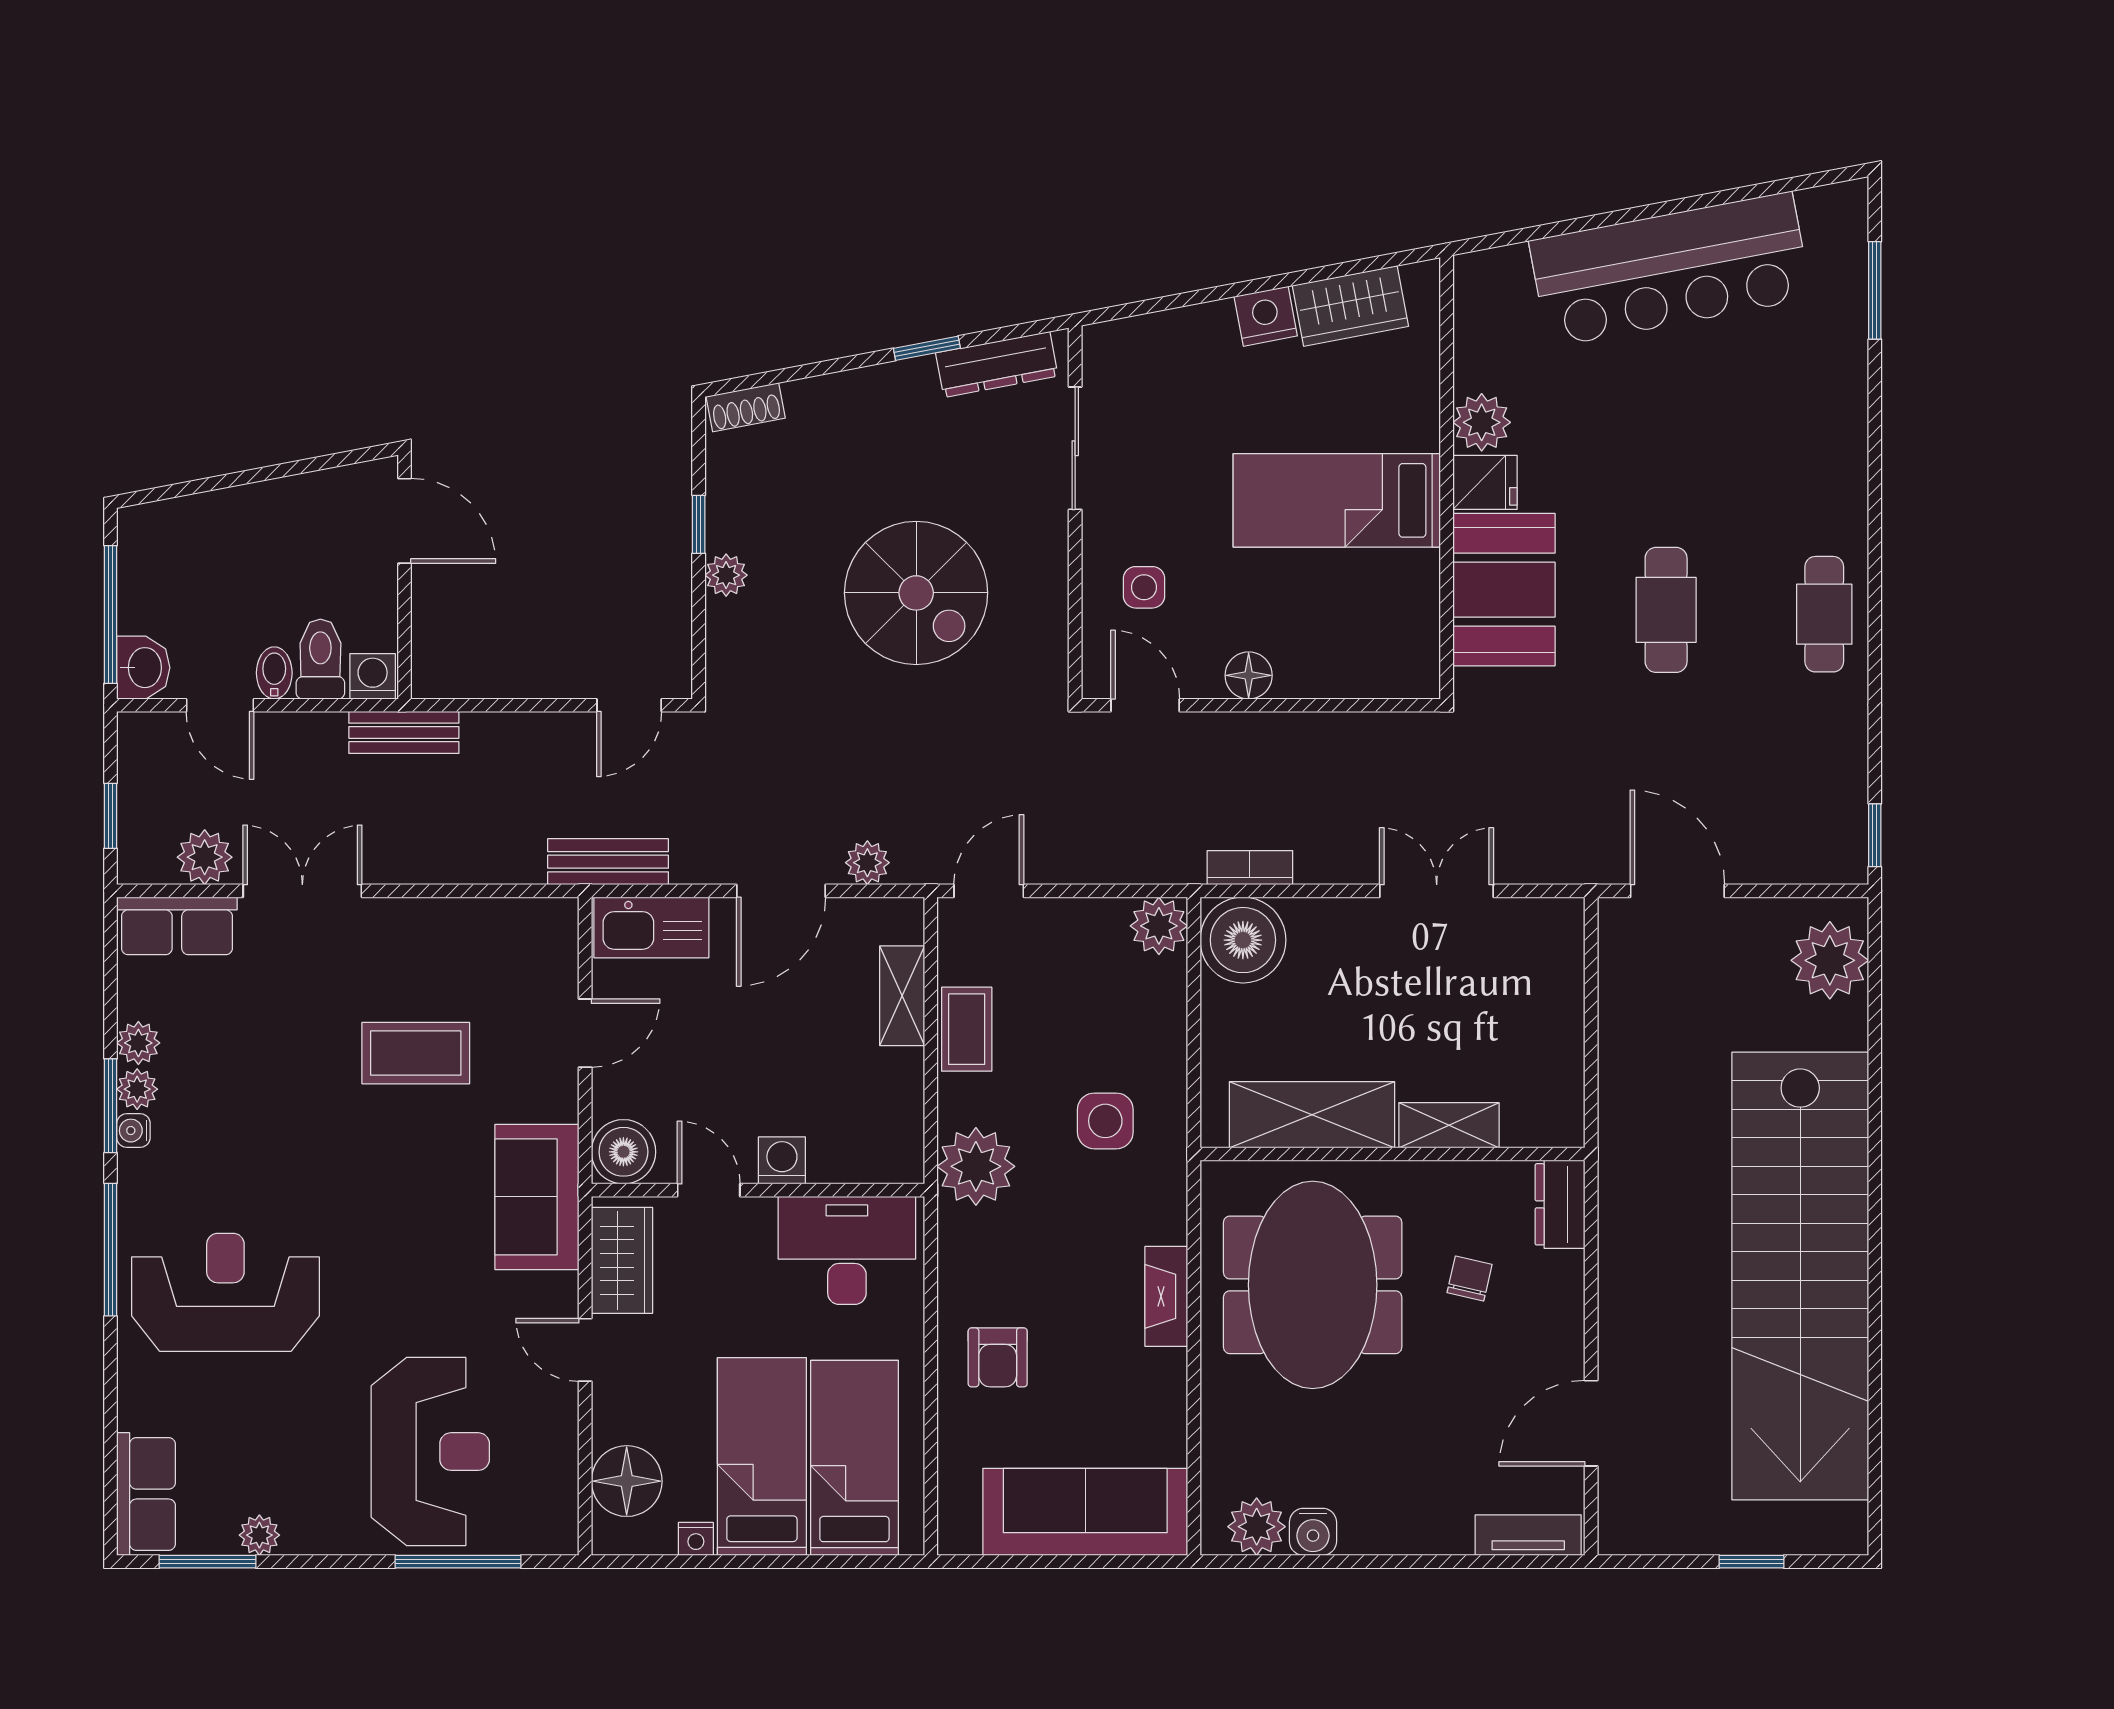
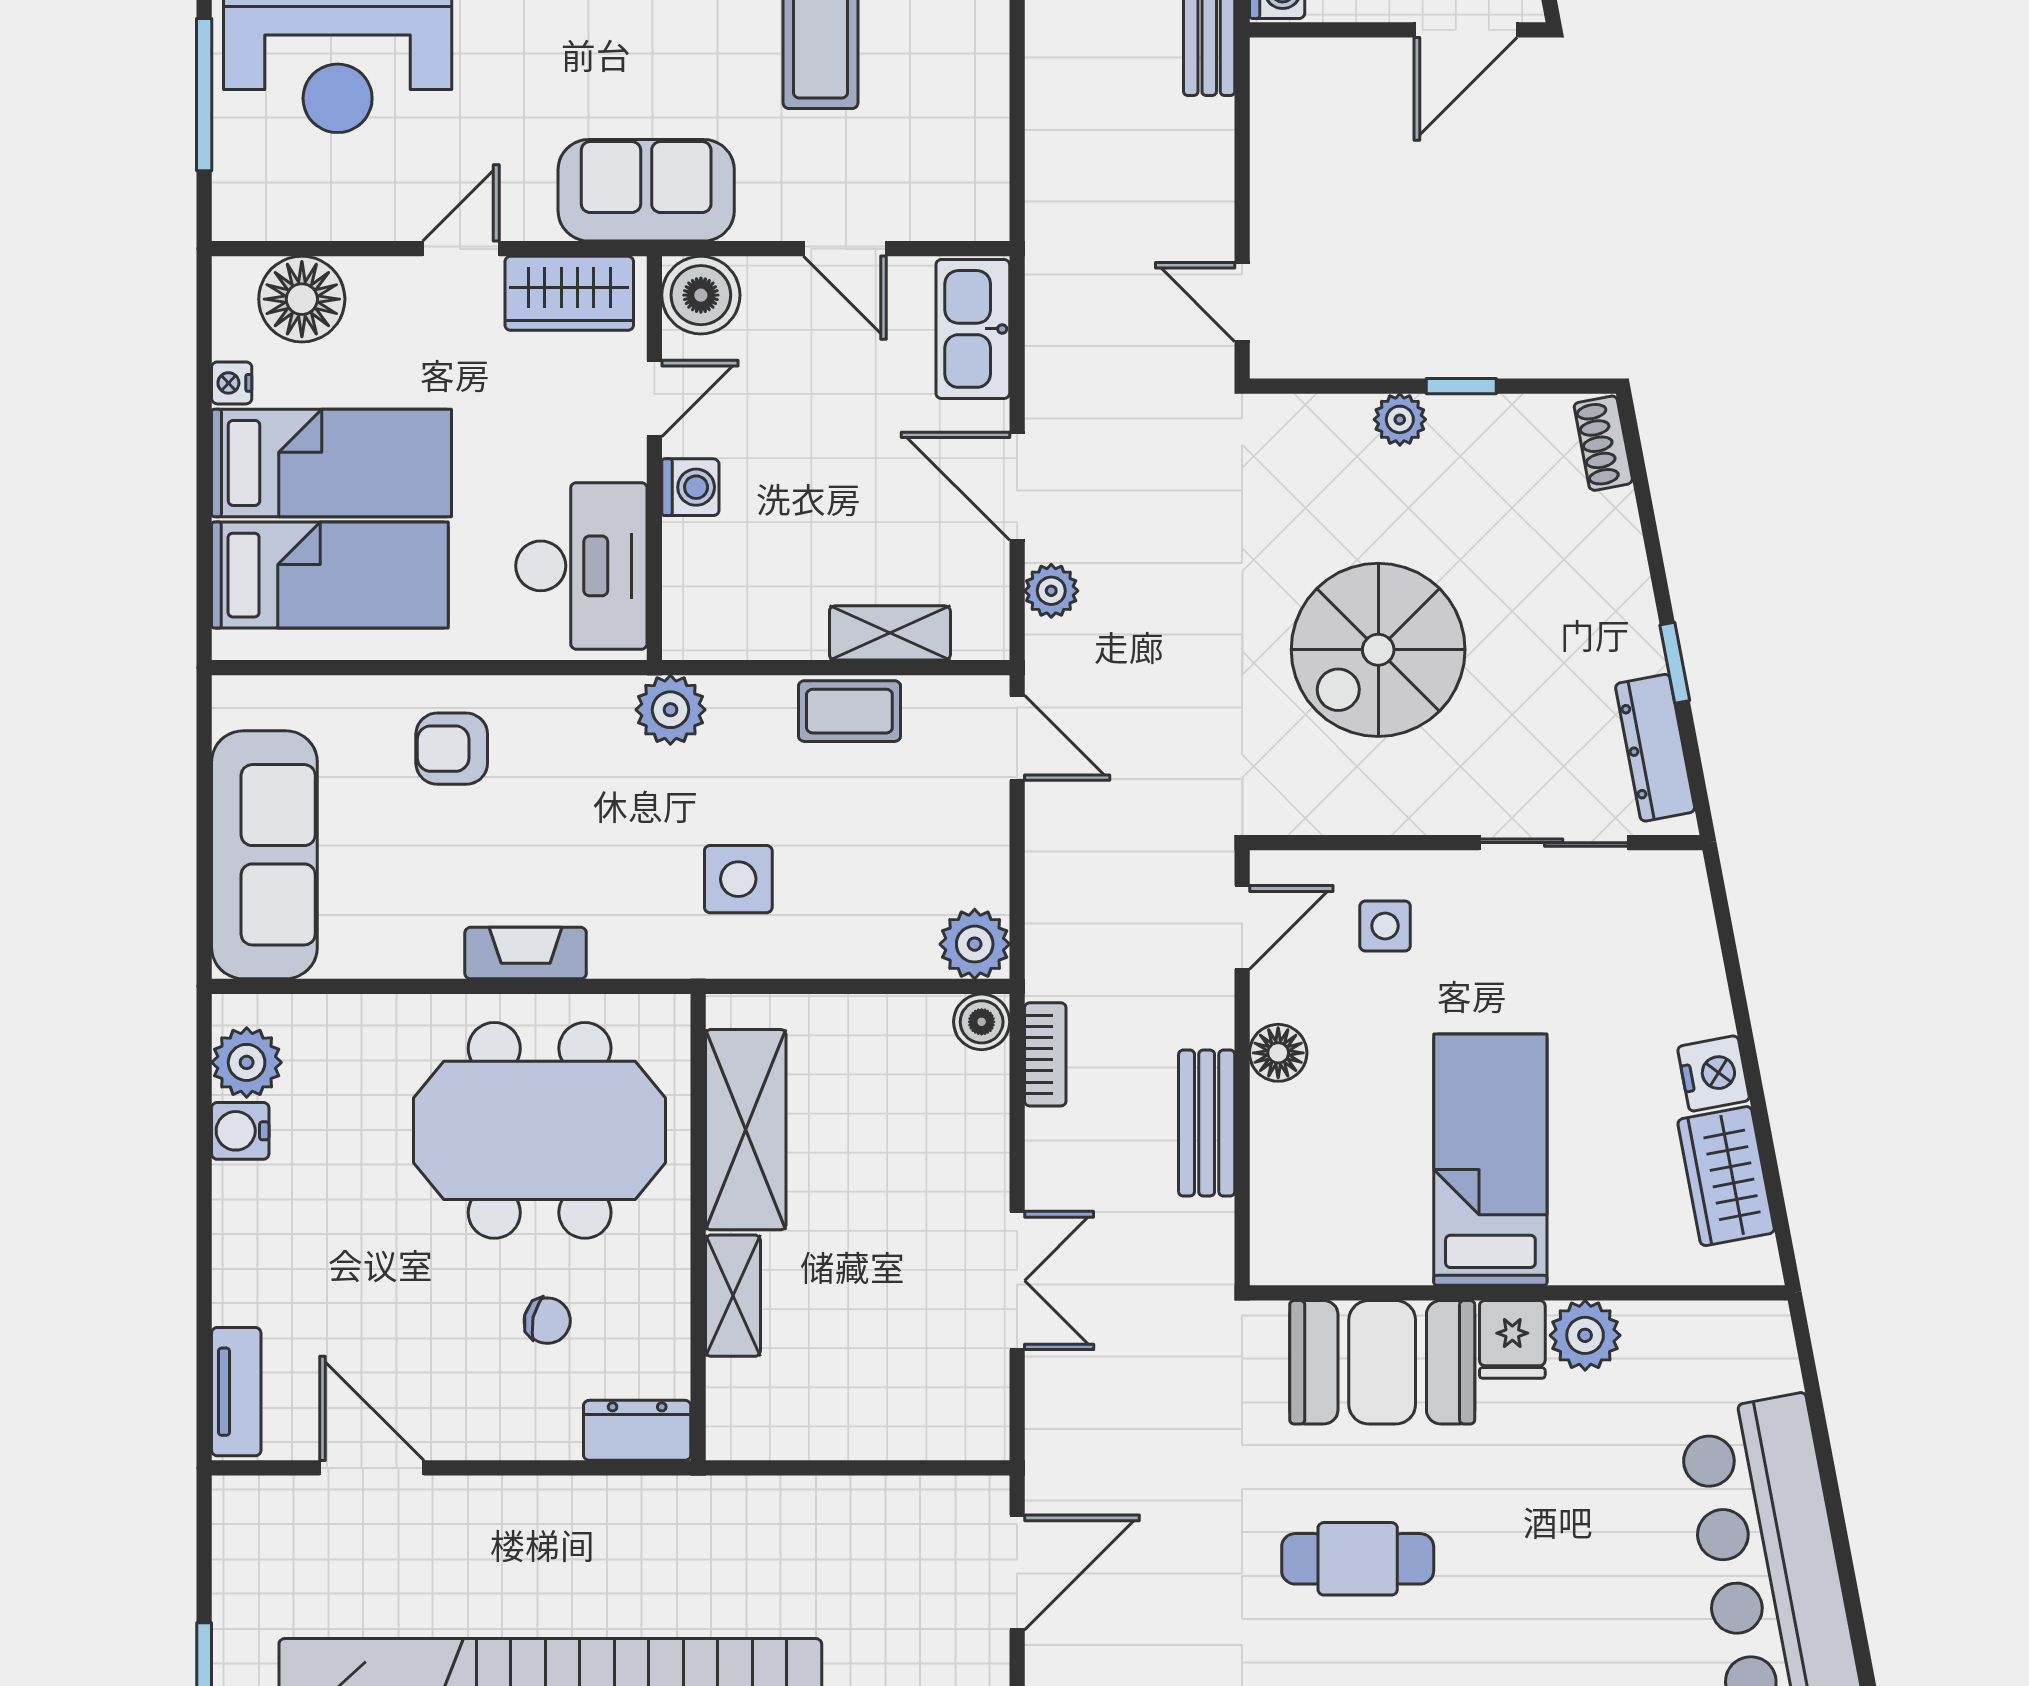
bench: (608, 862) -> (1207, 1123), moved
boiler: (1243, 940) -> (982, 1022), width x0.54, depth x0.54
plant: (976, 1166) -> (670, 710), width x0.73, depth x0.73

